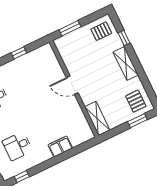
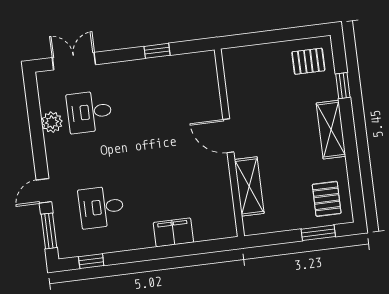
window: (70, 28) -> (257, 38), removed
shelving: (97, 118) -> (249, 186), moved

